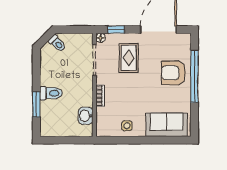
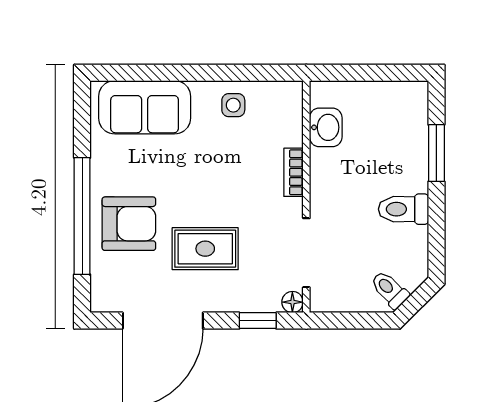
rug: (129, 58) -> (205, 249), moved, turned 90
toilet: (51, 93) -> (403, 209), moved

